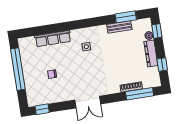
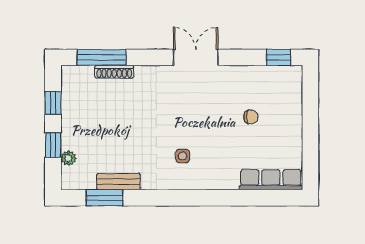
window: (157, 31) -> (53, 145), moved
row of seats: (53, 39) -> (271, 180), moved
dresser: (151, 53) -> (70, 126), removed
window: (18, 69) -> (310, 135), removed

